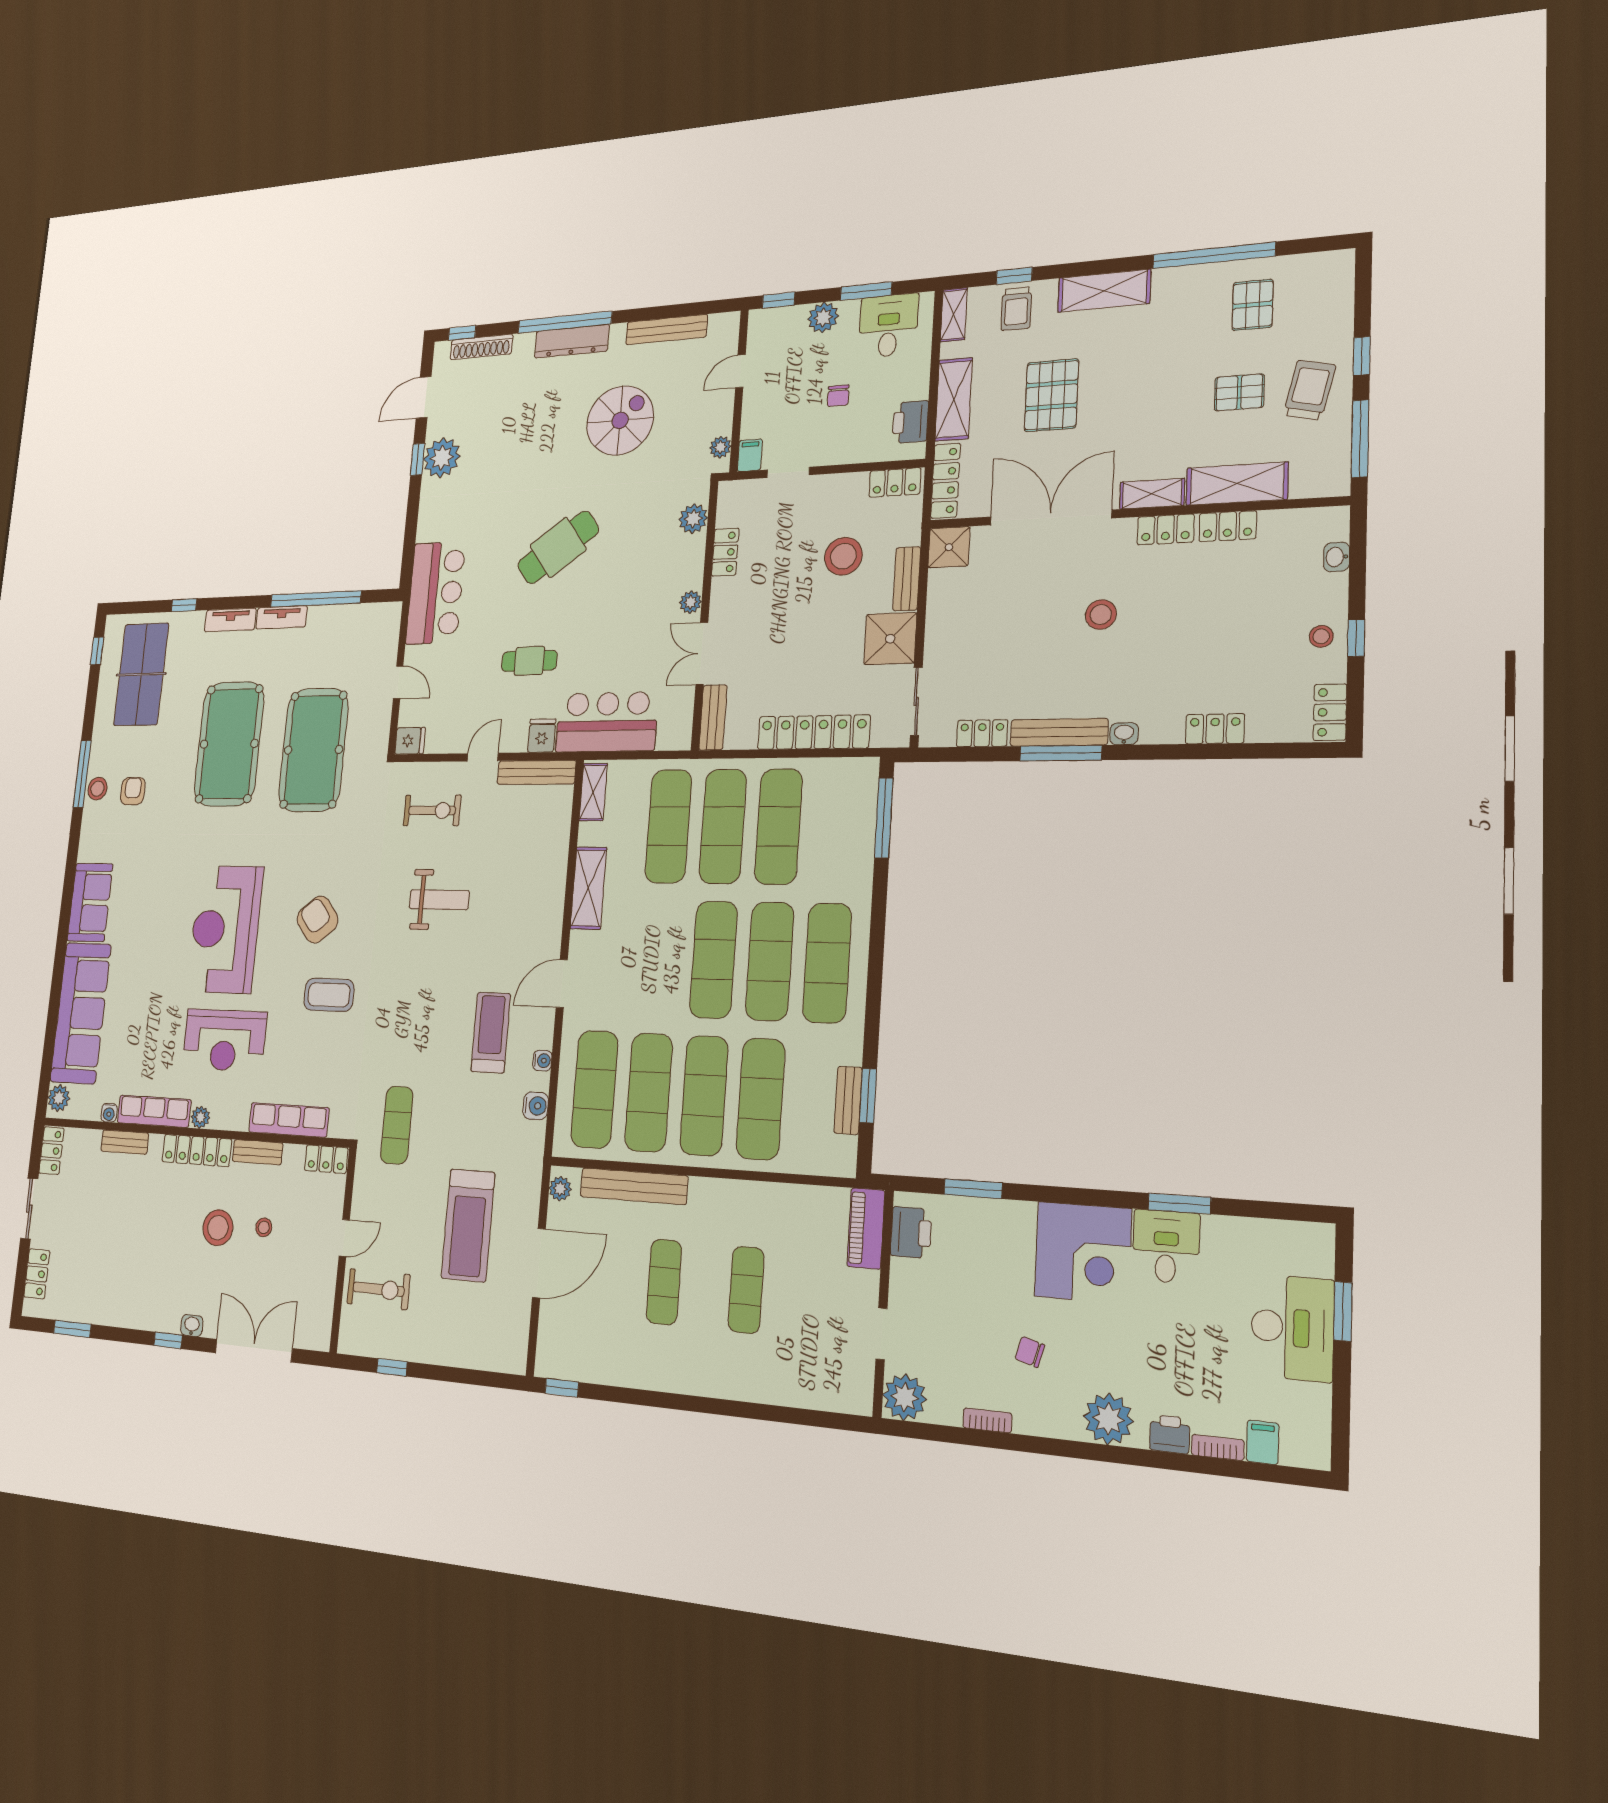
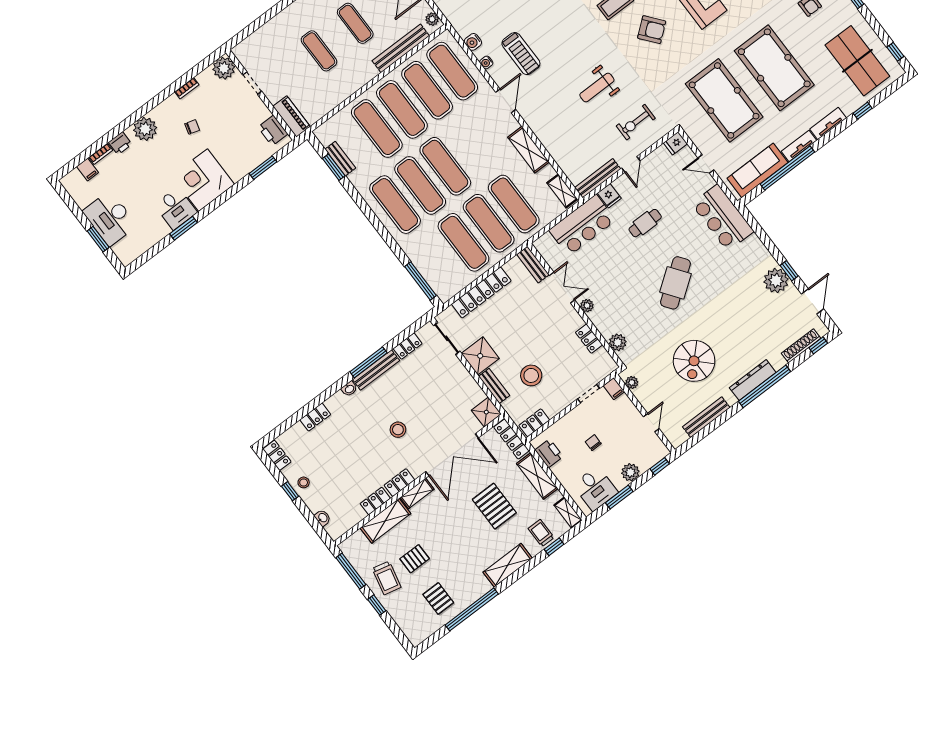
sofa: (349, 624) -> (758, 170), added

